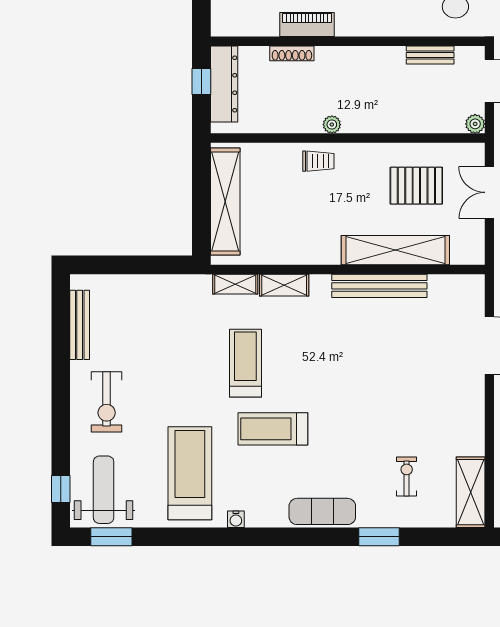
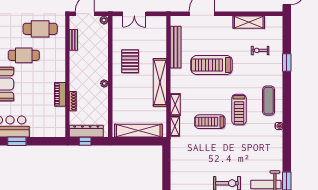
trolley: (318, 161) -> (120, 89), removed
pallet: (416, 186) -> (130, 61), moved
shelving: (395, 250) -> (160, 82), moved
bench: (379, 286) -> (176, 47), moved
treadmill: (190, 473) -> (212, 65), moved
shelving: (471, 492) -> (249, 22), moved
exercise mat: (322, 511) -> (269, 101), moved

